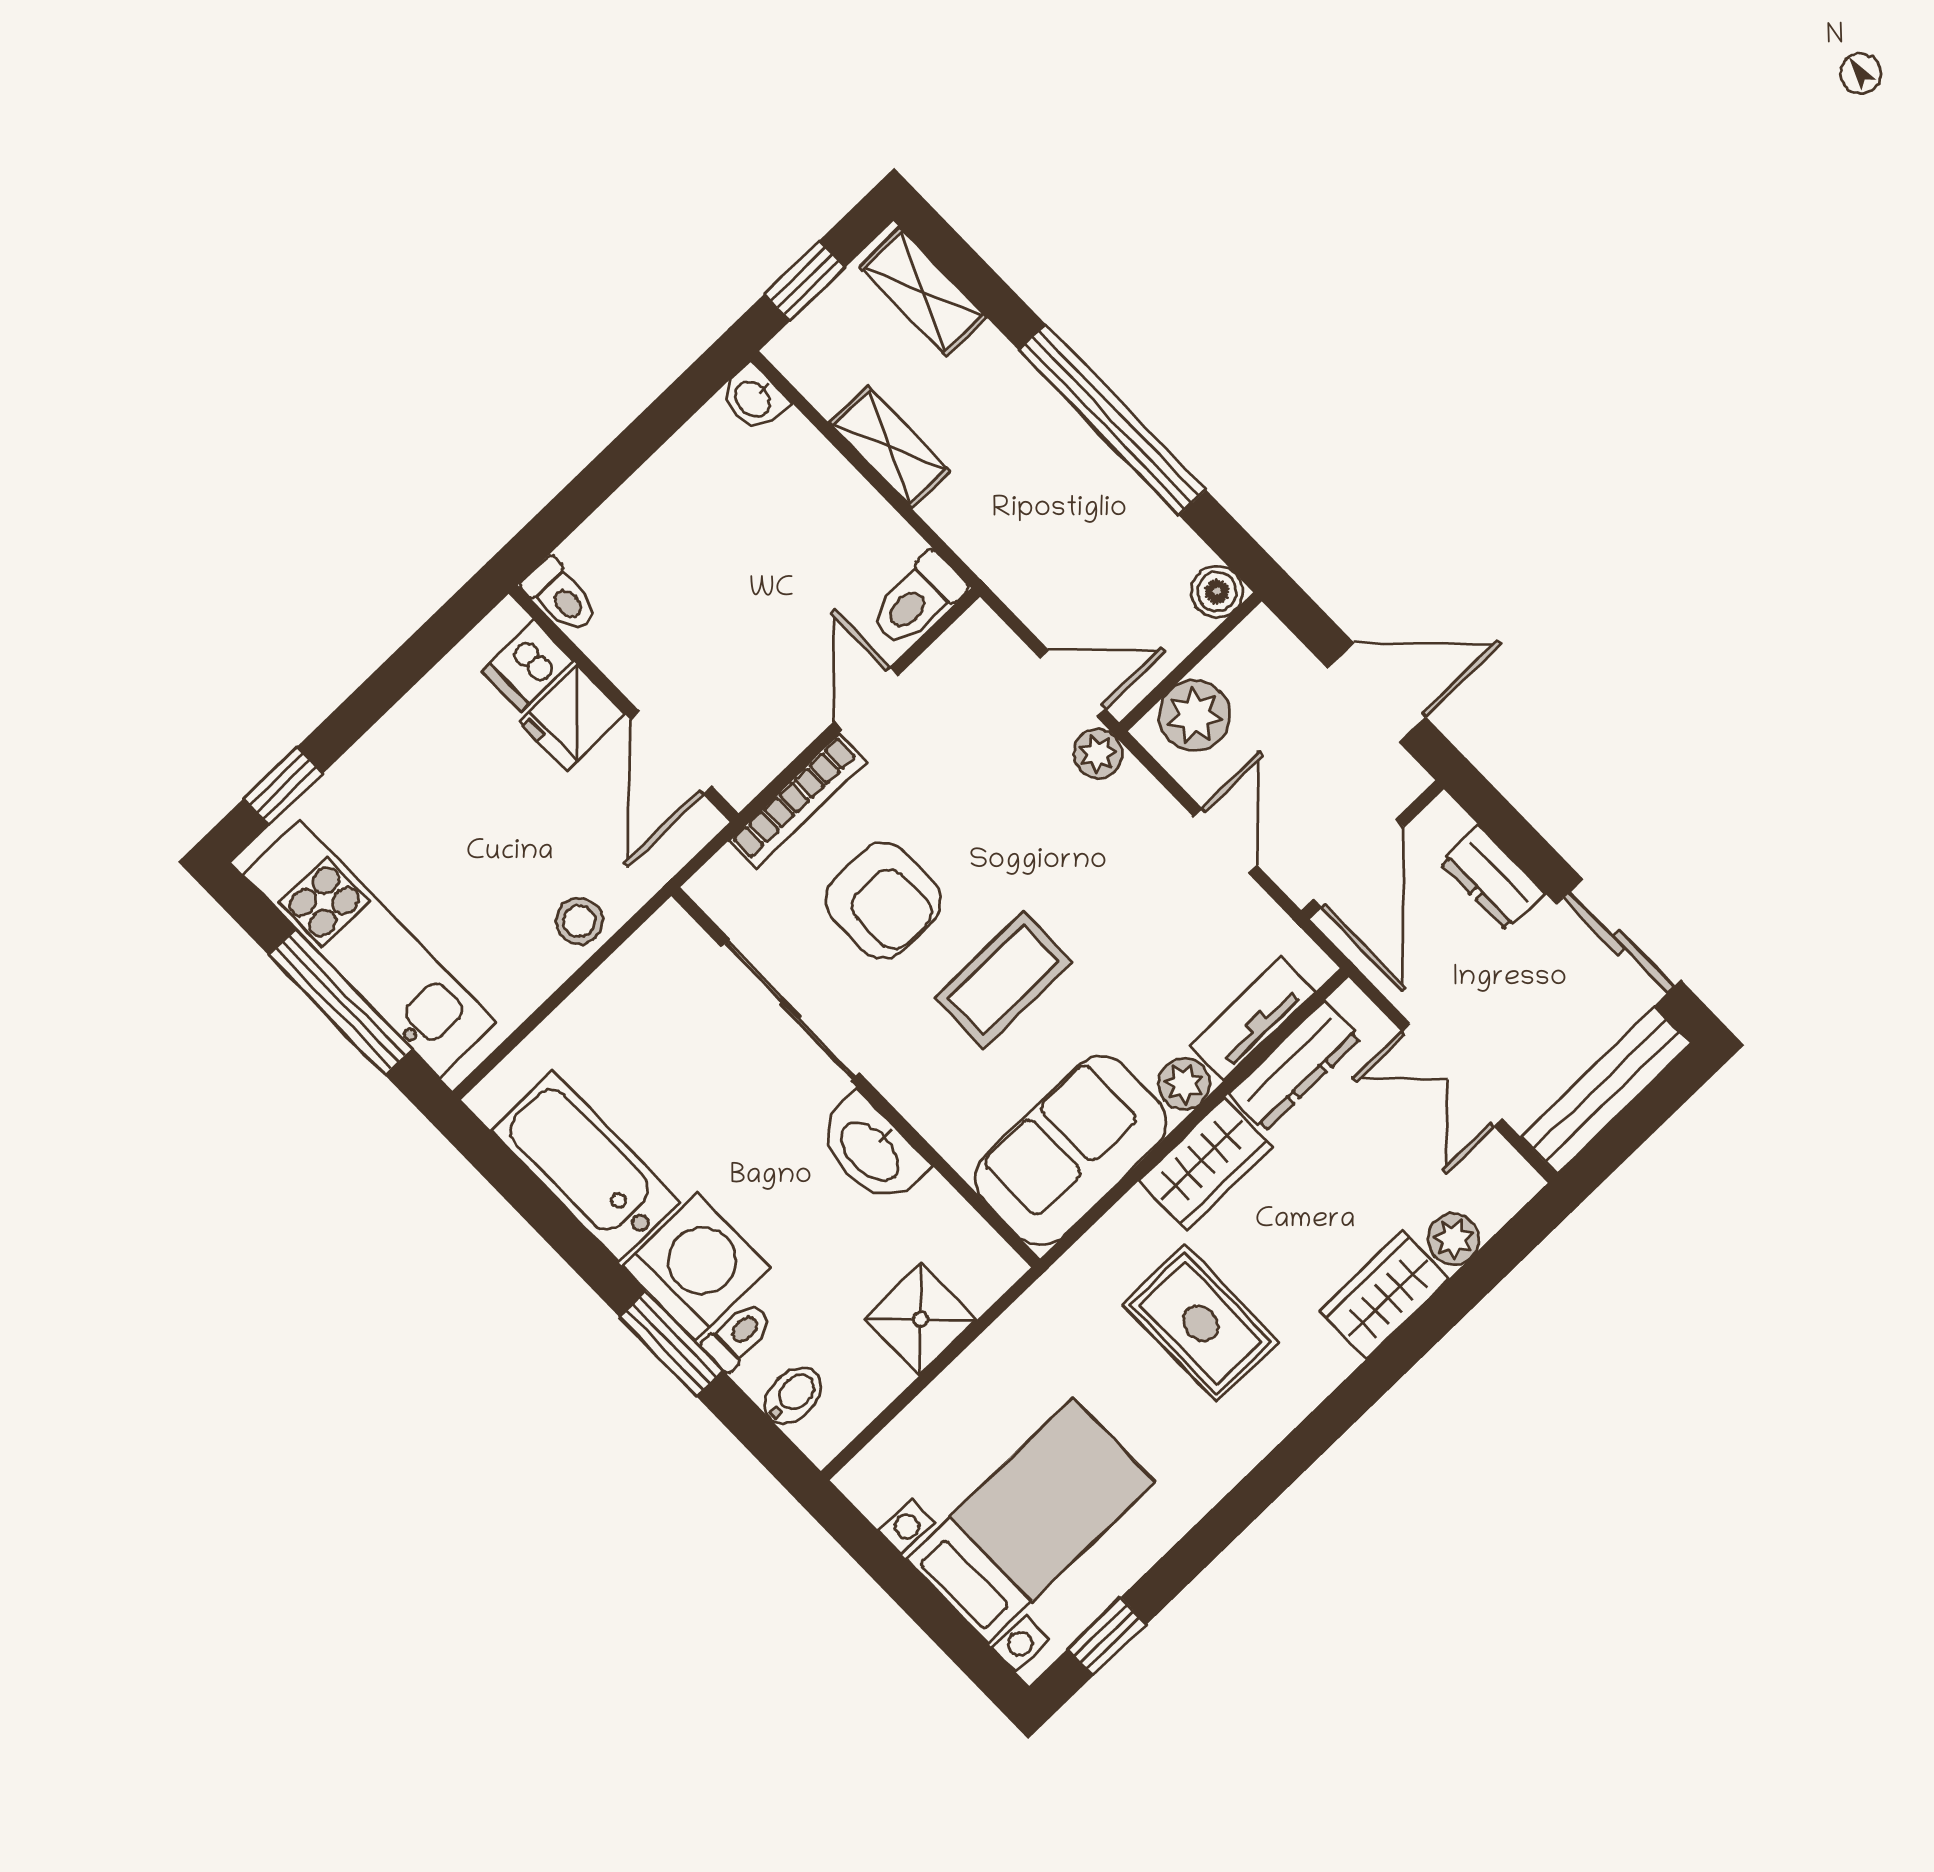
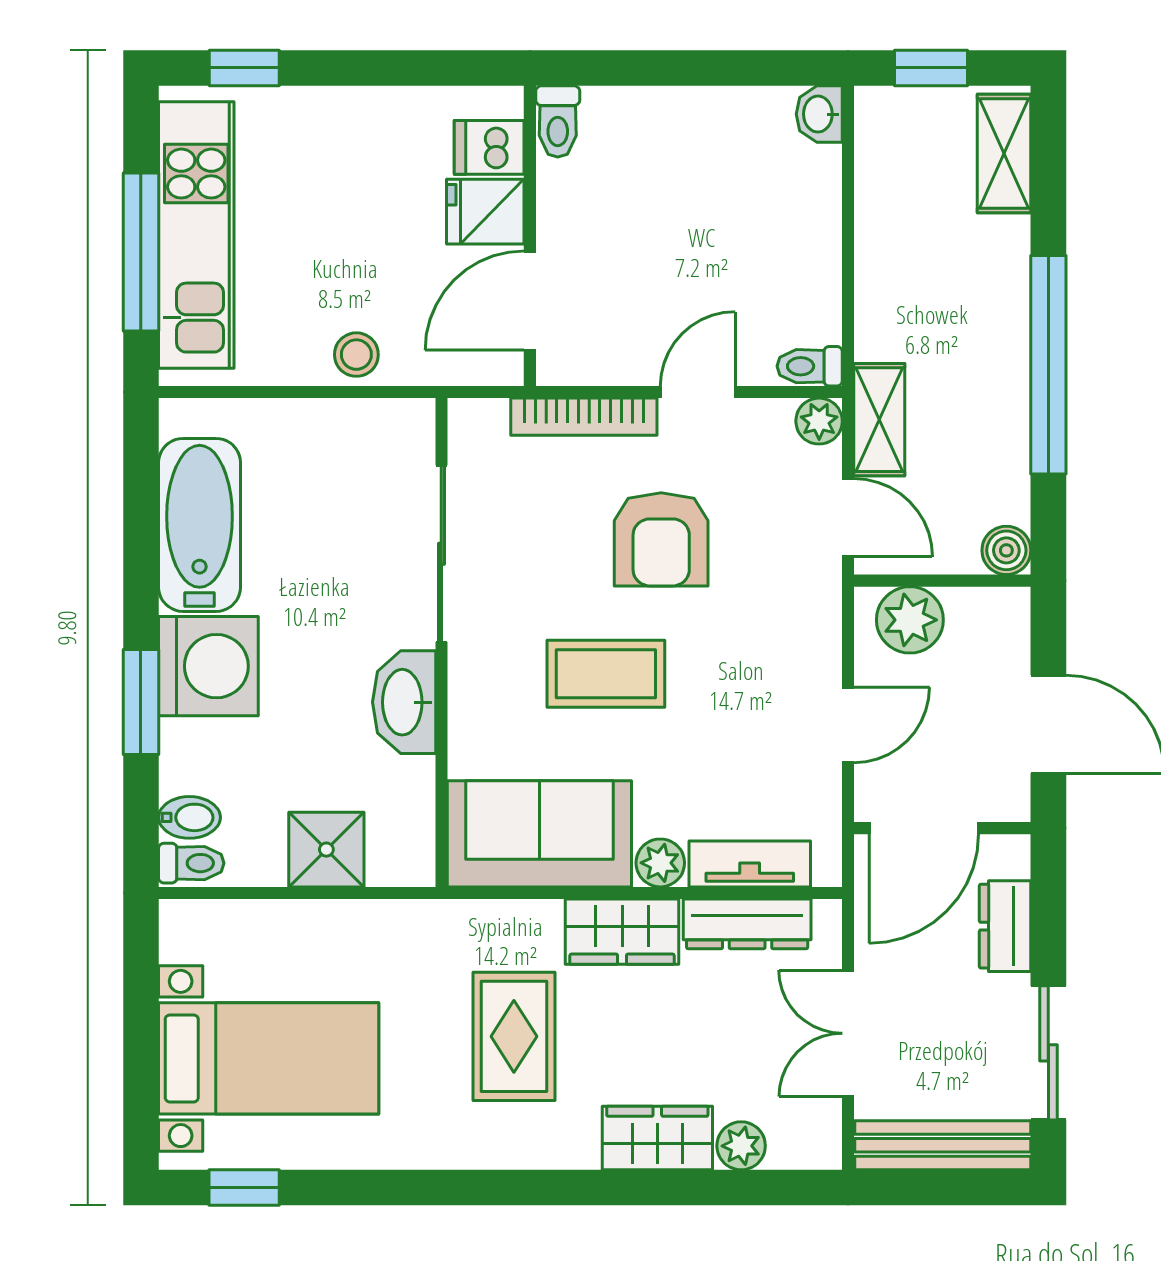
shelving: (890, 447) -> (879, 420), moved
toilet: (917, 600) -> (810, 366), width x0.73, depth x0.72
plant: (1098, 754) -> (819, 421), moved
armchair: (883, 901) -> (661, 539), moved
toilet: (738, 1336) -> (191, 863), moved

